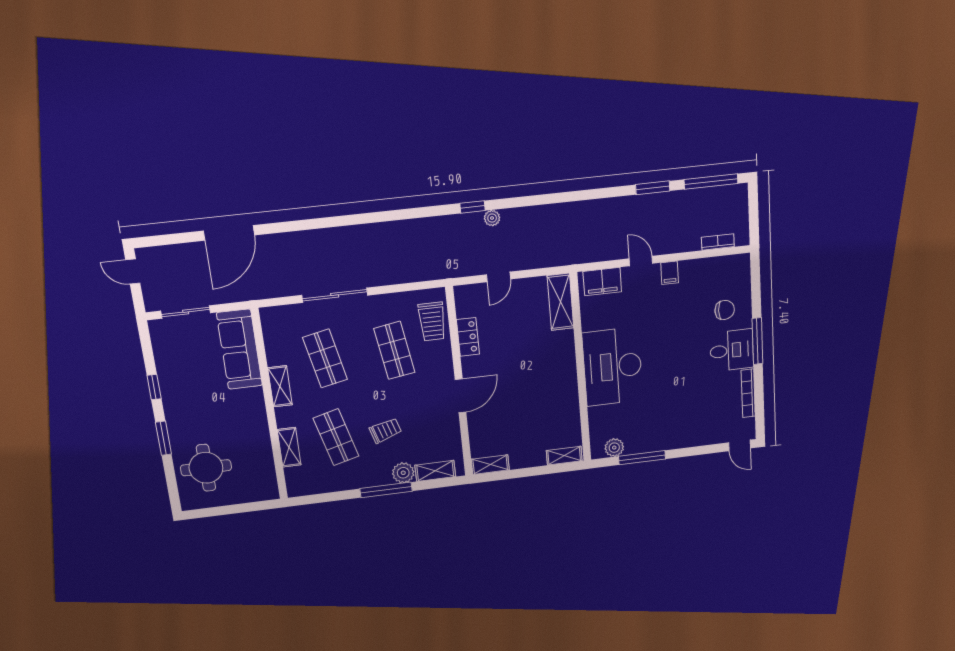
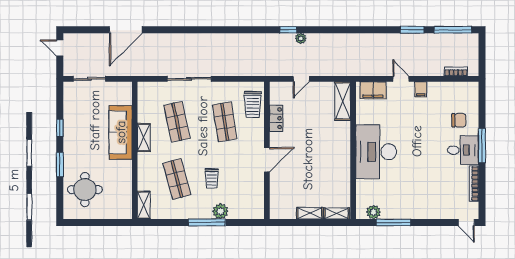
sofa: (239, 349) -> (121, 132), moved
trolley: (385, 431) -> (212, 178), turned 107
shelving: (289, 447) -> (144, 205), moved
shelving: (490, 465) -> (310, 213), moved
shelving: (435, 471) -> (243, 213), removed

